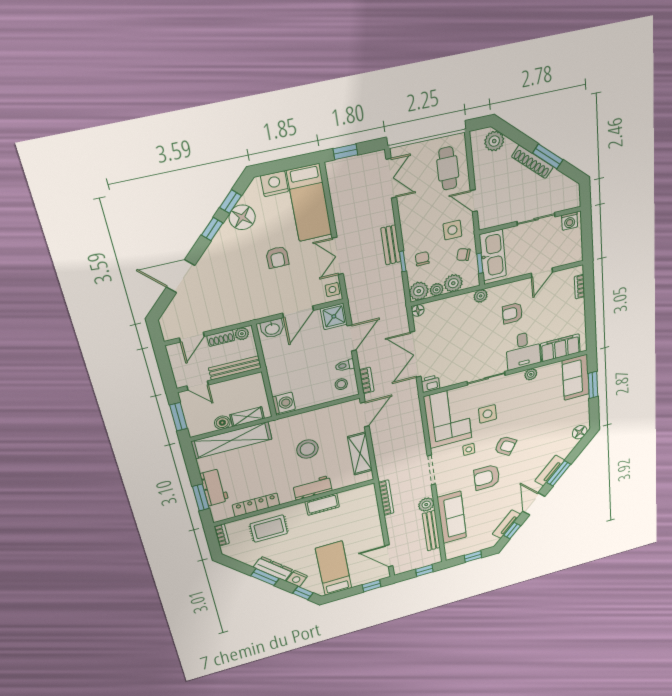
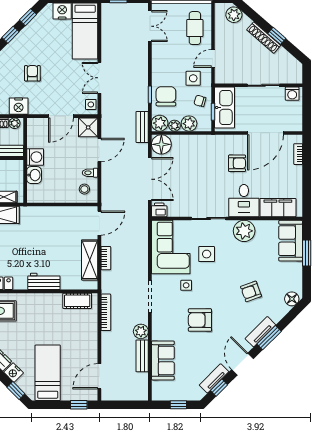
window: (548, 156) -> (277, 36), width x0.67
door: (474, 201) -> (213, 58), hinge flipped
floor lamp: (242, 217) -> (34, 31), removed
bench: (391, 245) -> (142, 127), moved
armchair: (277, 257) -> (32, 73), moved, turned 180
chair: (422, 259) -> (166, 96), width x1.87, depth x1.87
door: (542, 273) -> (265, 133), width x1.87
plant: (481, 296) -> (211, 141), removed
floor lamp: (418, 310) -> (161, 144), width x1.89, depth x1.89
nightstand: (242, 313) -> (19, 106), added
armchair: (512, 313) -> (237, 163), turned 180
washbasin: (272, 329) -> (34, 175), moved, turned -90
double door: (416, 355) -> (150, 179), swing flipped
plant: (531, 374) -> (244, 231), width x1.87, depth x1.87
bookcase: (367, 380) -> (106, 258), moved
washing machine: (284, 403) -> (35, 157), moved
armchair: (505, 446) -> (251, 291), moved, turned 128
stool: (307, 449) -> (46, 242), removed
cot: (322, 504) -> (77, 301), moved
sofa: (452, 517) -> (163, 360), width x0.73
bench: (431, 531) -> (142, 356), width x0.73
door: (389, 556) -> (99, 376), hinge flipped
window: (424, 571) -> (130, 405), removed

